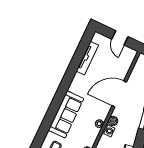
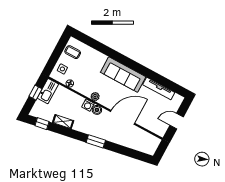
door: (119, 94) -> (123, 117), hinge flipped
sofa: (66, 114) -> (123, 75), moved

